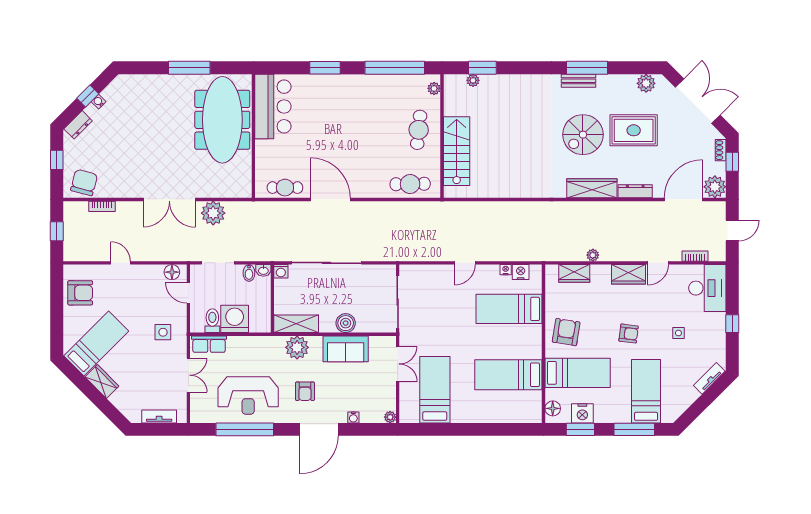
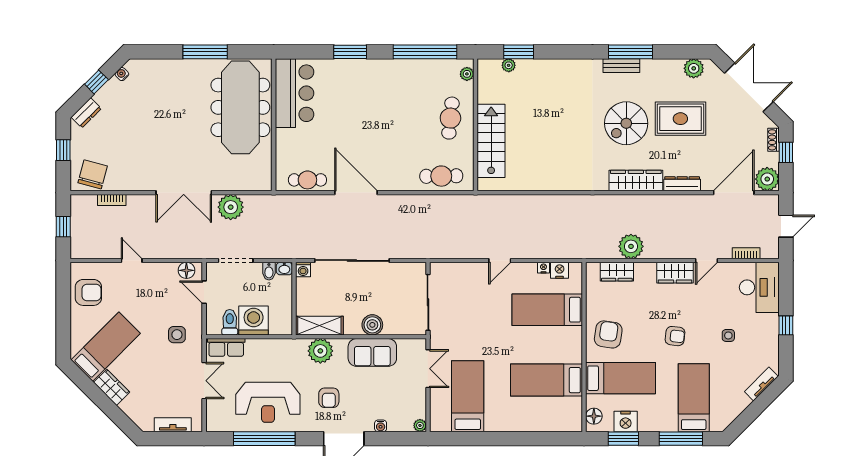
water cooler: (99, 102) -> (122, 74), moved
plant: (593, 255) -> (631, 246), width x1.88, depth x1.88

